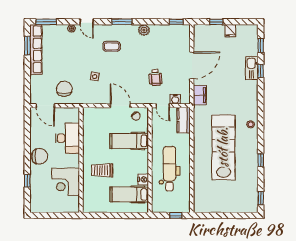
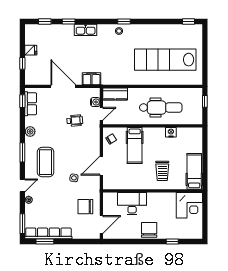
row of seats: (173, 31) -> (31, 104), added
coffee table: (112, 46) -> (46, 162), width x1.86, depth x1.72
kitchen sink: (252, 68) -> (86, 30), moved
door: (120, 106) -> (101, 166), moved
lab bench: (223, 147) -> (165, 60), moved
window: (261, 160) -> (124, 21), moved
dental chair: (169, 169) -> (161, 108), turned 180
corner desk: (66, 182) -> (189, 205), moved
hospital bed: (129, 195) -> (194, 171), moved, turned 180

